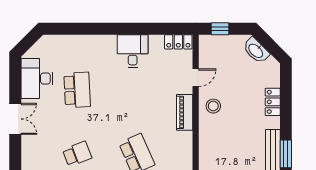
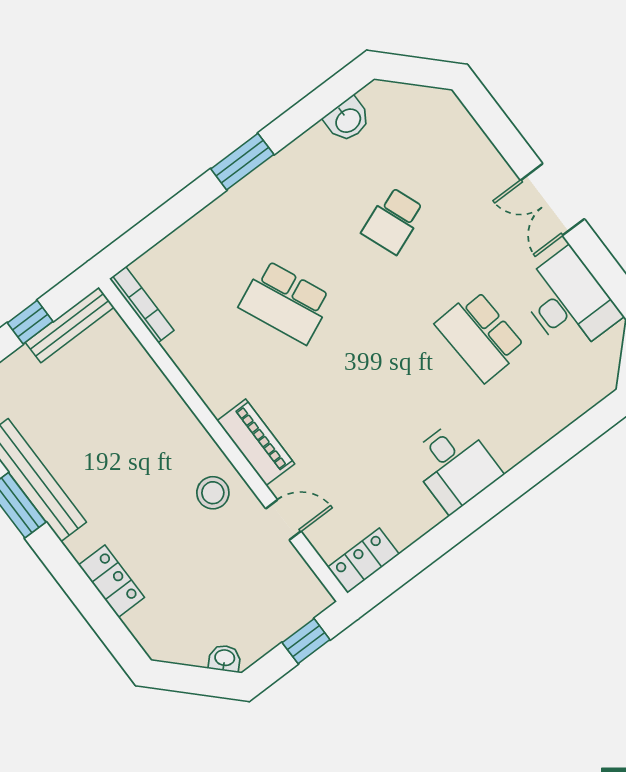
washbasin: (256, 50) -> (225, 658), width x0.52, depth x0.69
desk: (133, 51) -> (455, 465), moved
door: (196, 78) -> (283, 520), swing flipped

